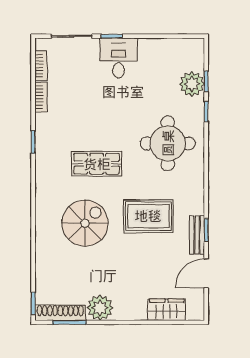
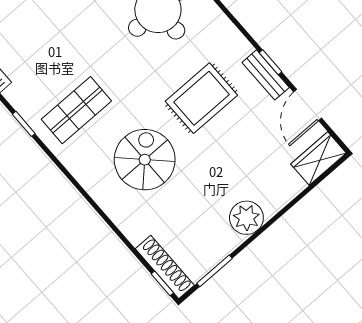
shop shelf: (97, 164) -> (76, 110), moved
plant: (100, 308) -> (246, 218), moved
wardrobe: (167, 310) -> (319, 158), moved
shoe rack: (60, 313) -> (165, 267), moved, turned 90

